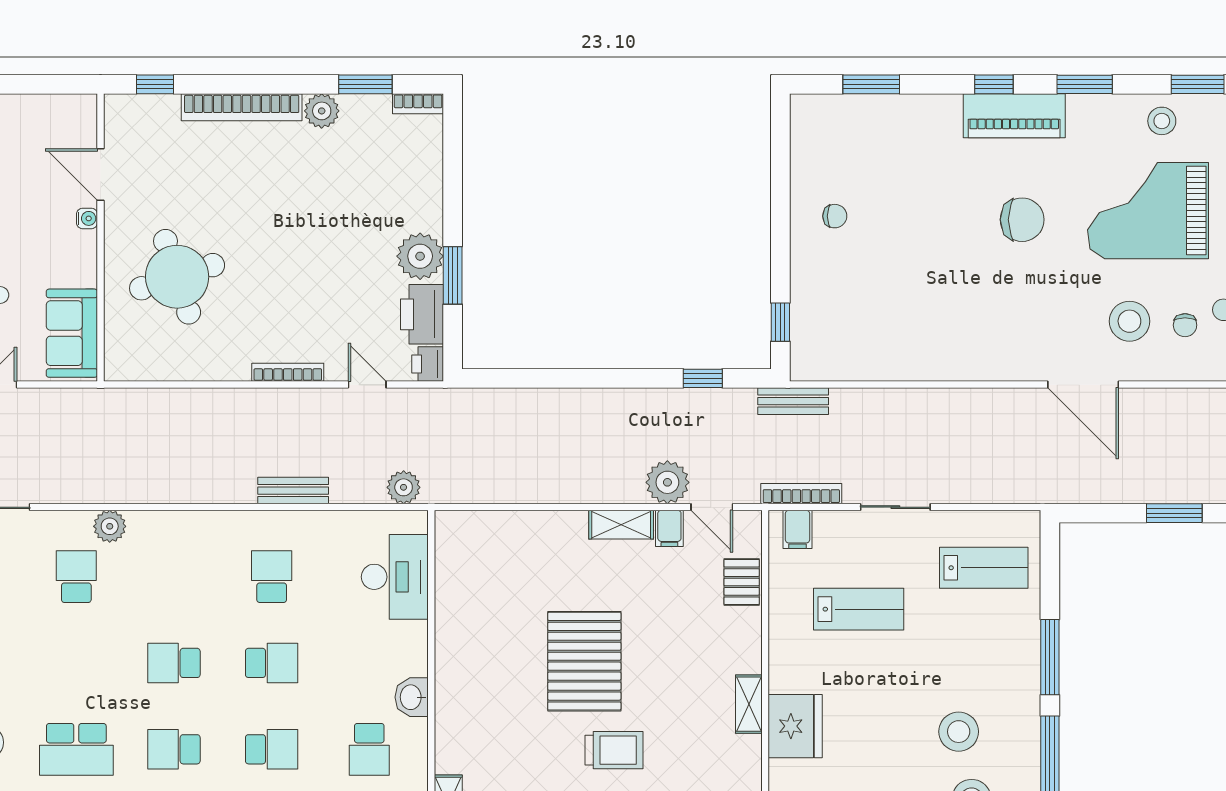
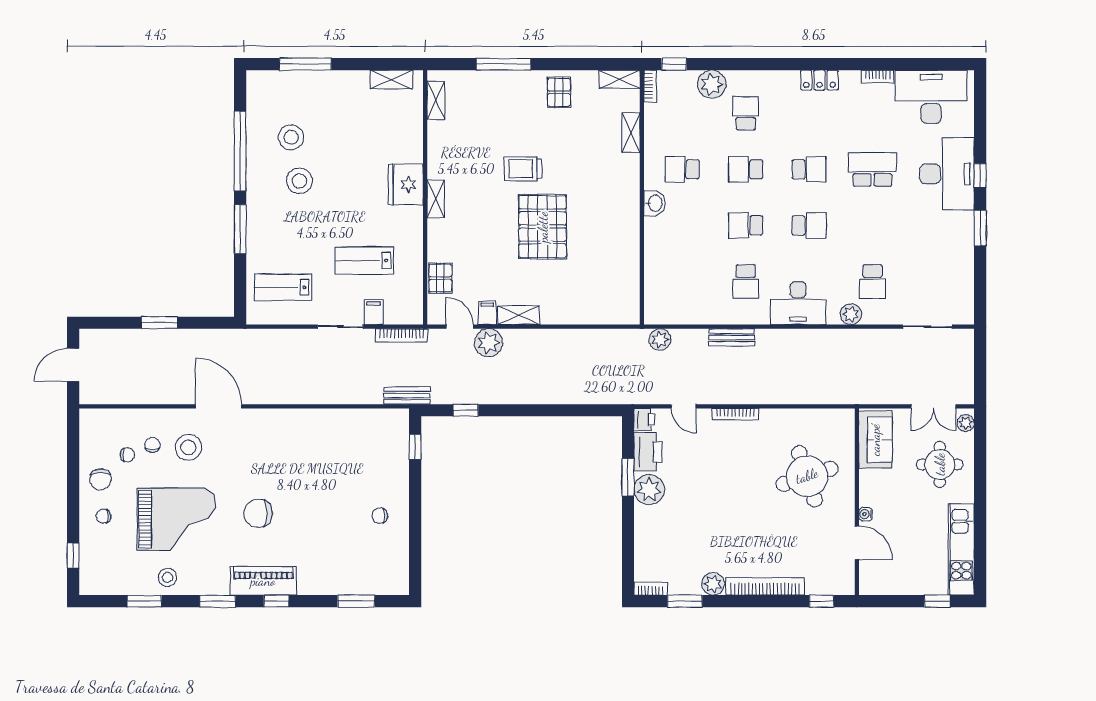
filing cabinet: (797, 529) -> (374, 312), moved
desk: (395, 577) -> (798, 303), moved, turned -90
school desk: (369, 749) -> (682, 169), turned -90

